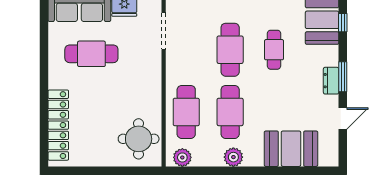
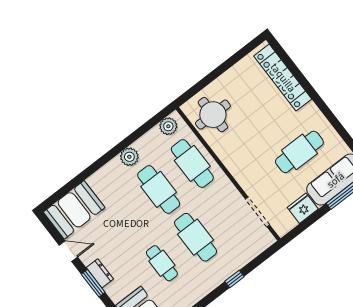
door: (343, 119) -> (68, 251), swing flipped
booth: (291, 149) -> (74, 210), moved

